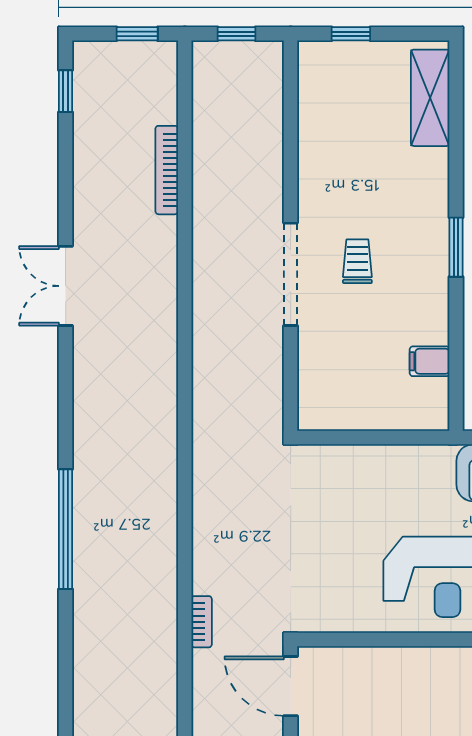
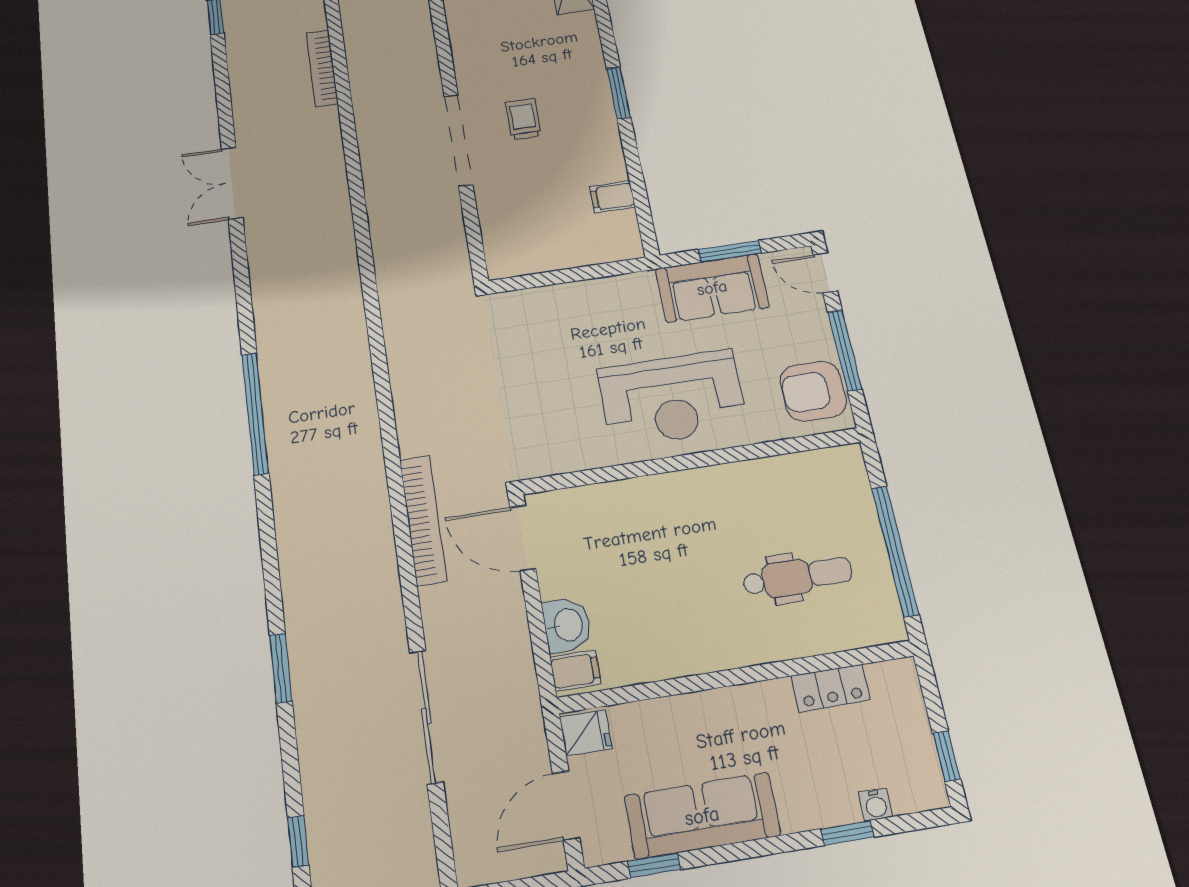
bookcase: (202, 622) -> (423, 520), width x2.31, depth x1.31

